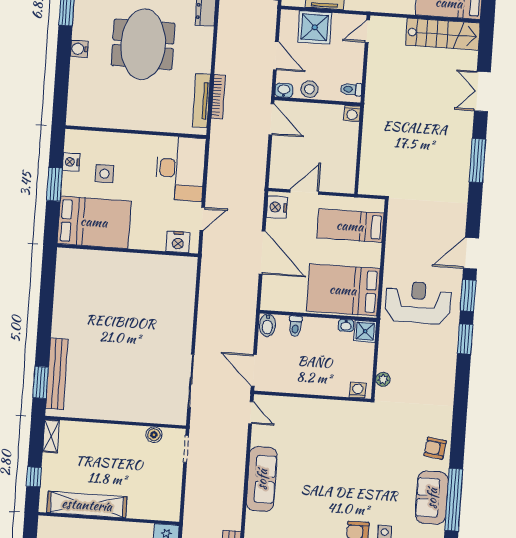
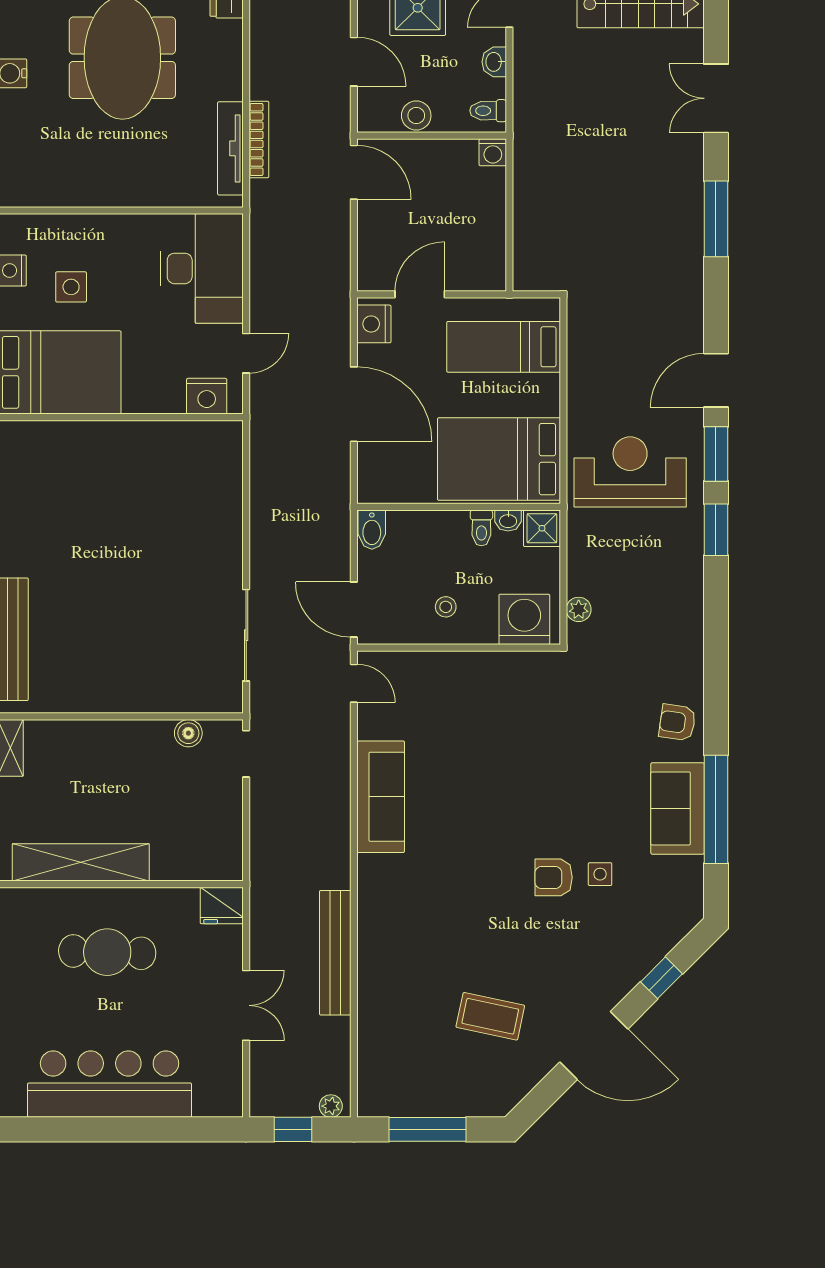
washbasin: (284, 90) -> (494, 62), moved, turned -90
toilet: (295, 326) -> (481, 528), moved
stool: (307, 373) -> (446, 607), added
washing machine: (358, 390) -> (524, 619), width x1.89, depth x1.89

